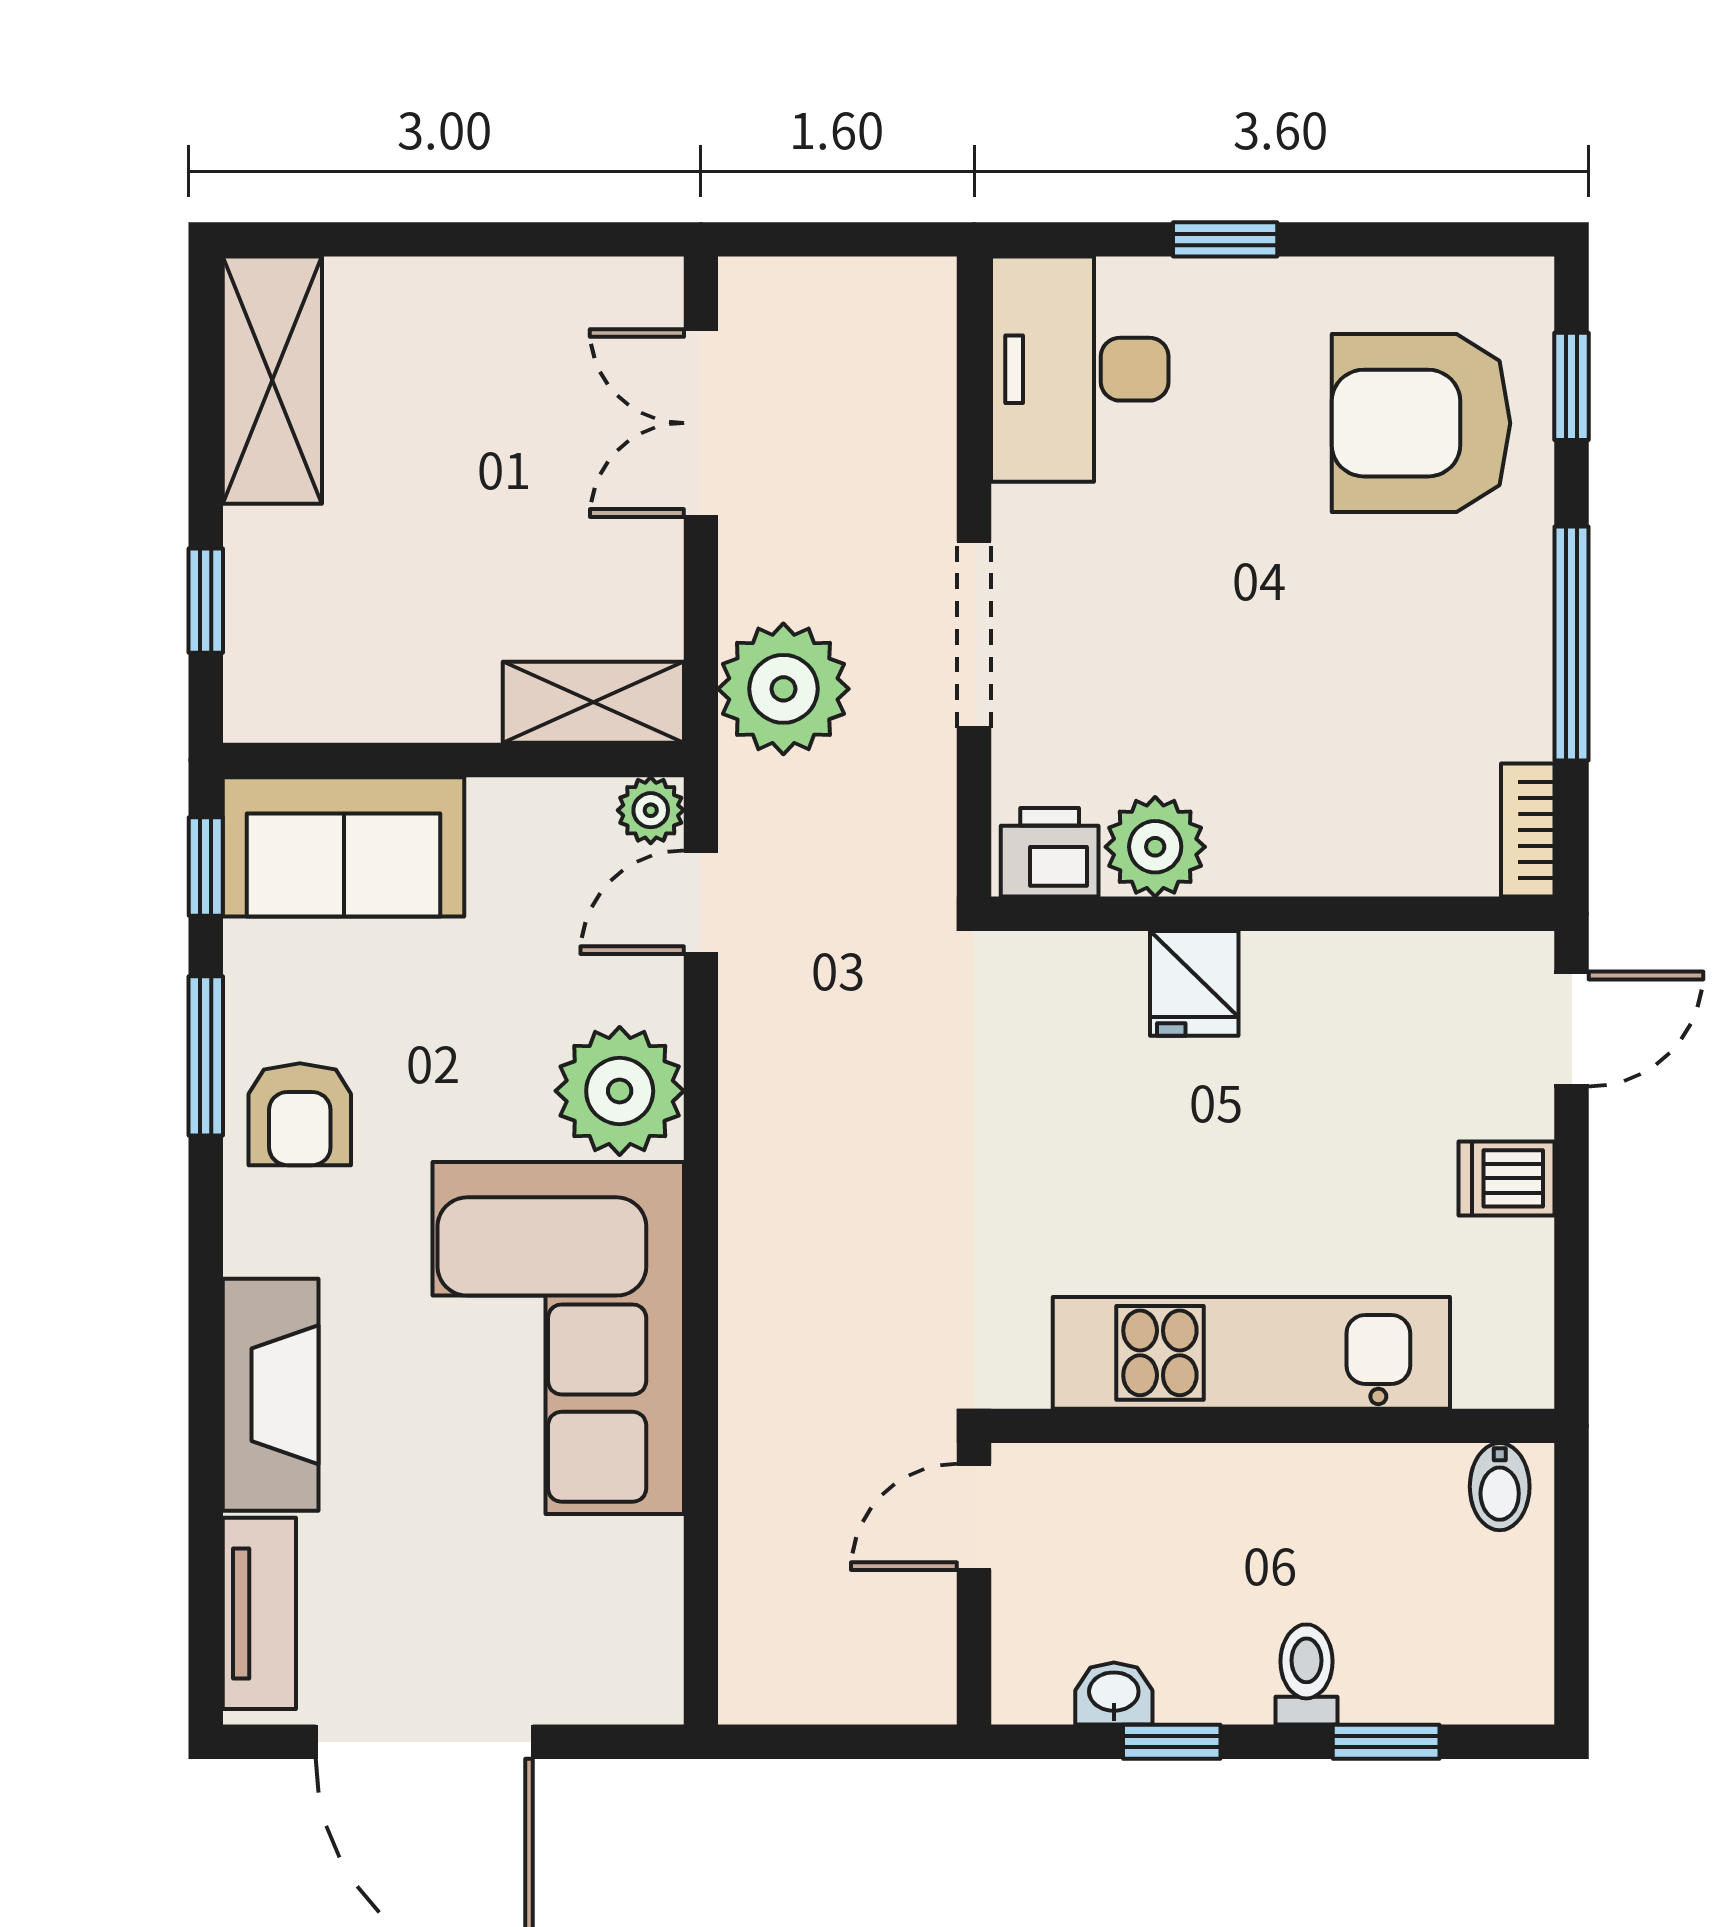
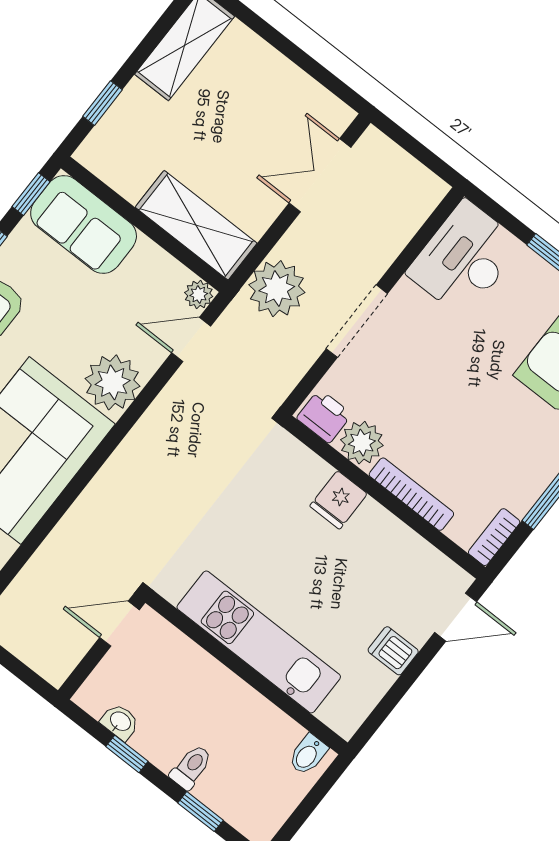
shelving: (593, 702) -> (196, 225), width x1.50, depth x1.33
bookcase: (1318, 870) -> (411, 494), added

